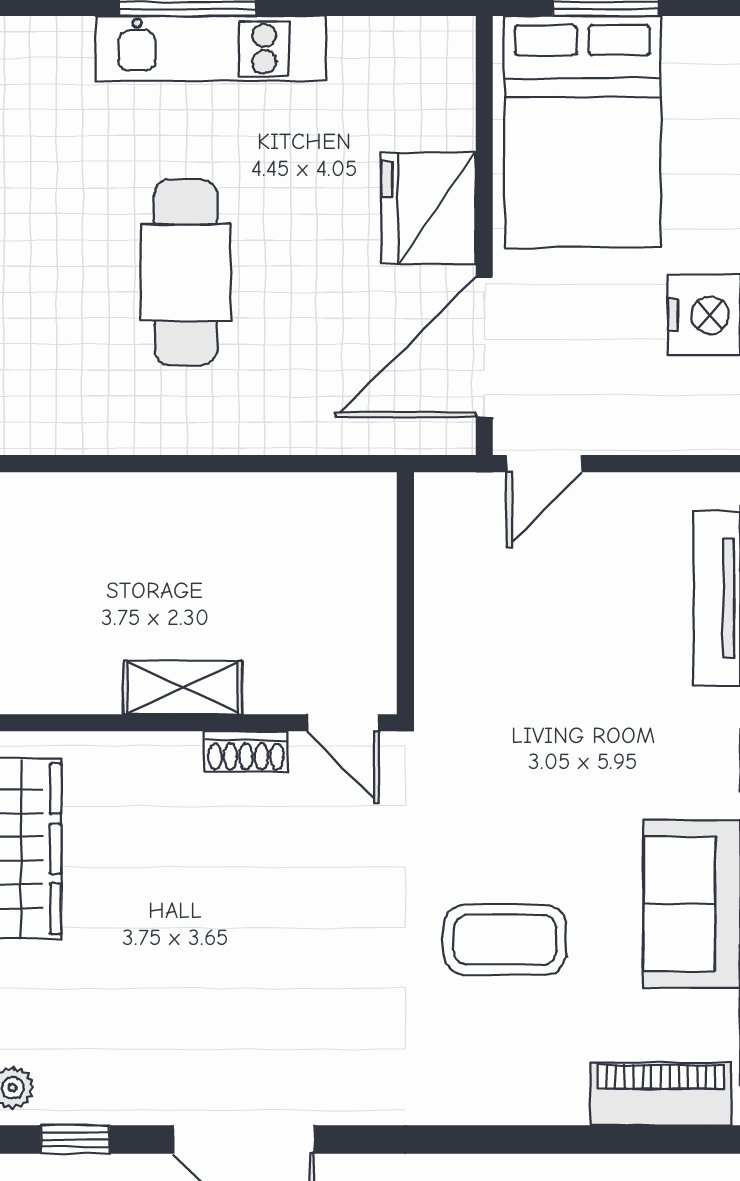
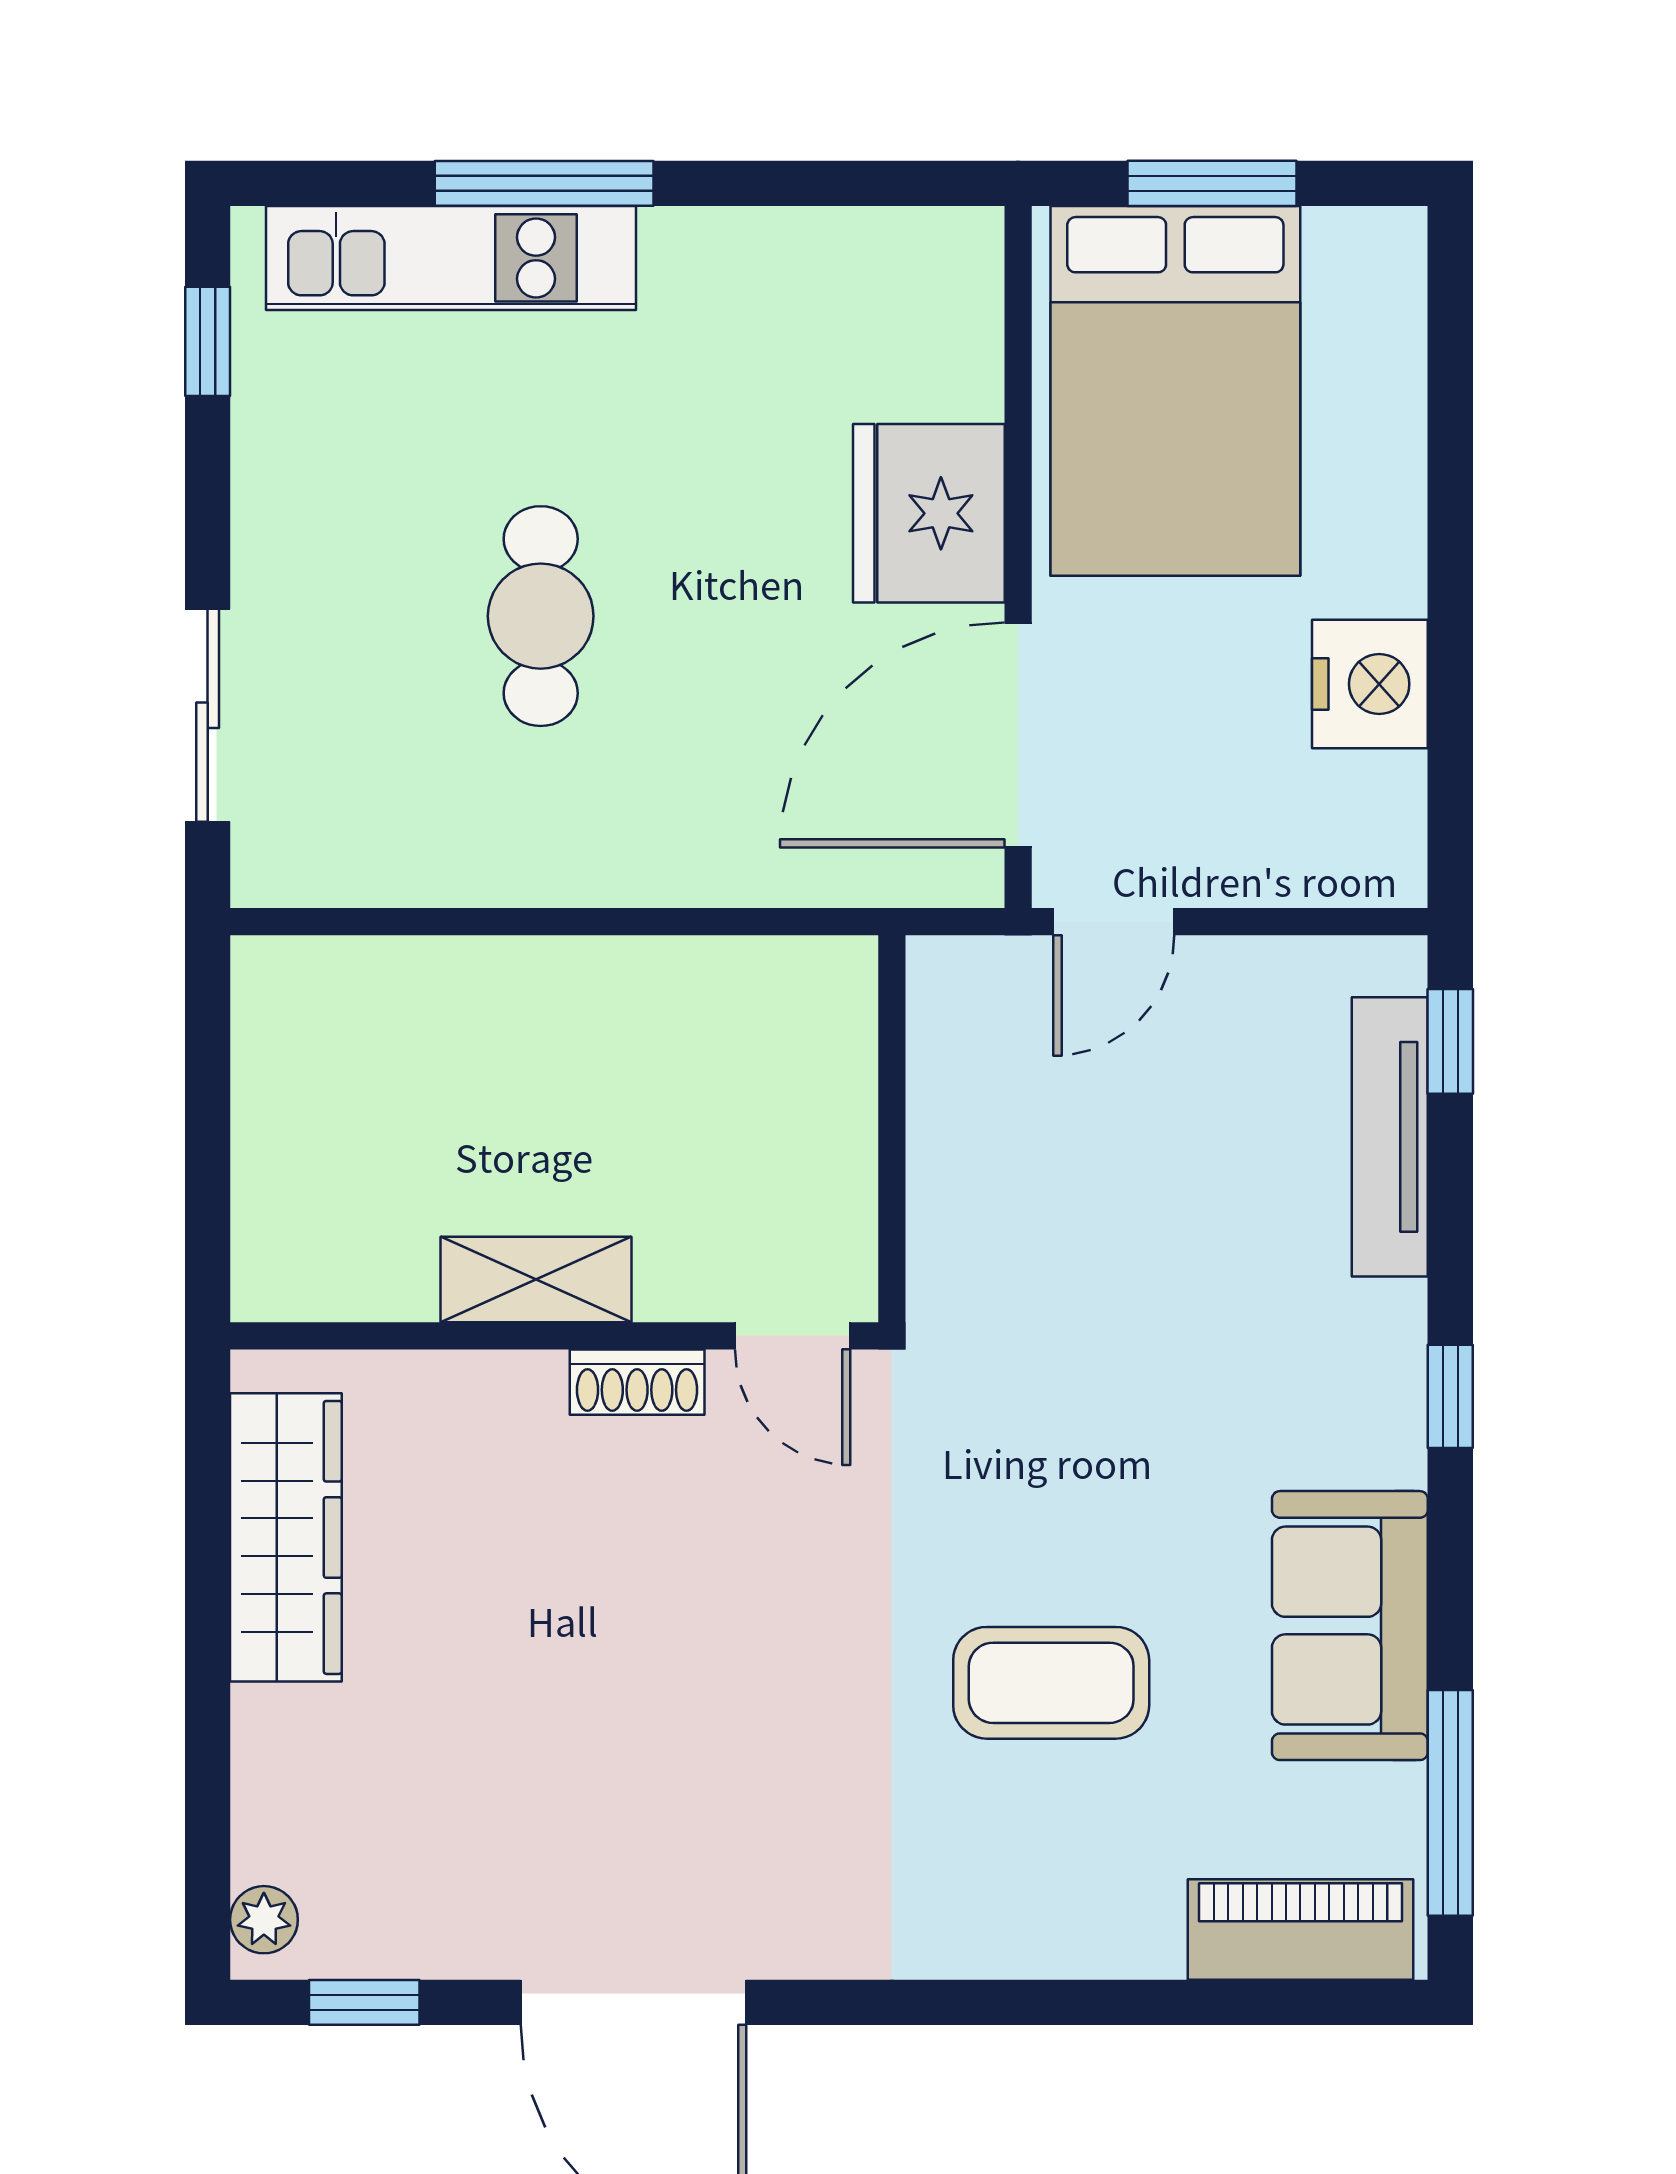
kitchen unit: (211, 49) -> (451, 258), moved
cafe table: (186, 273) -> (541, 616), width x0.73, depth x0.74

